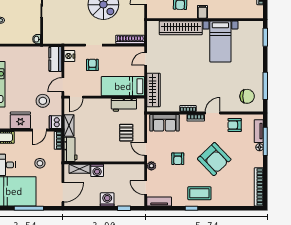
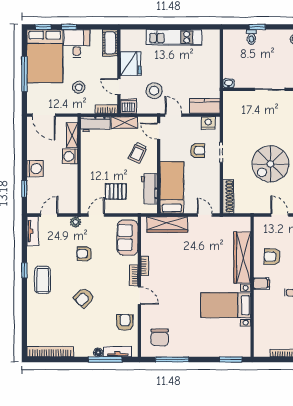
trolley: (94, 114) -> (138, 153), added
armchair: (214, 159) -> (84, 298), width x0.53, depth x0.53

